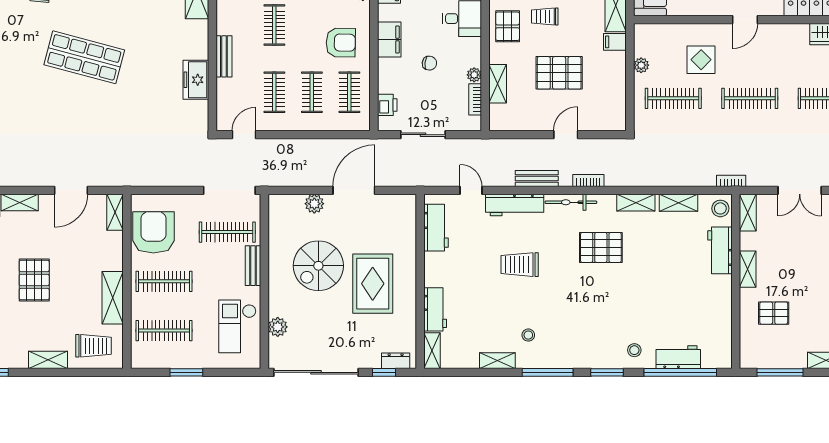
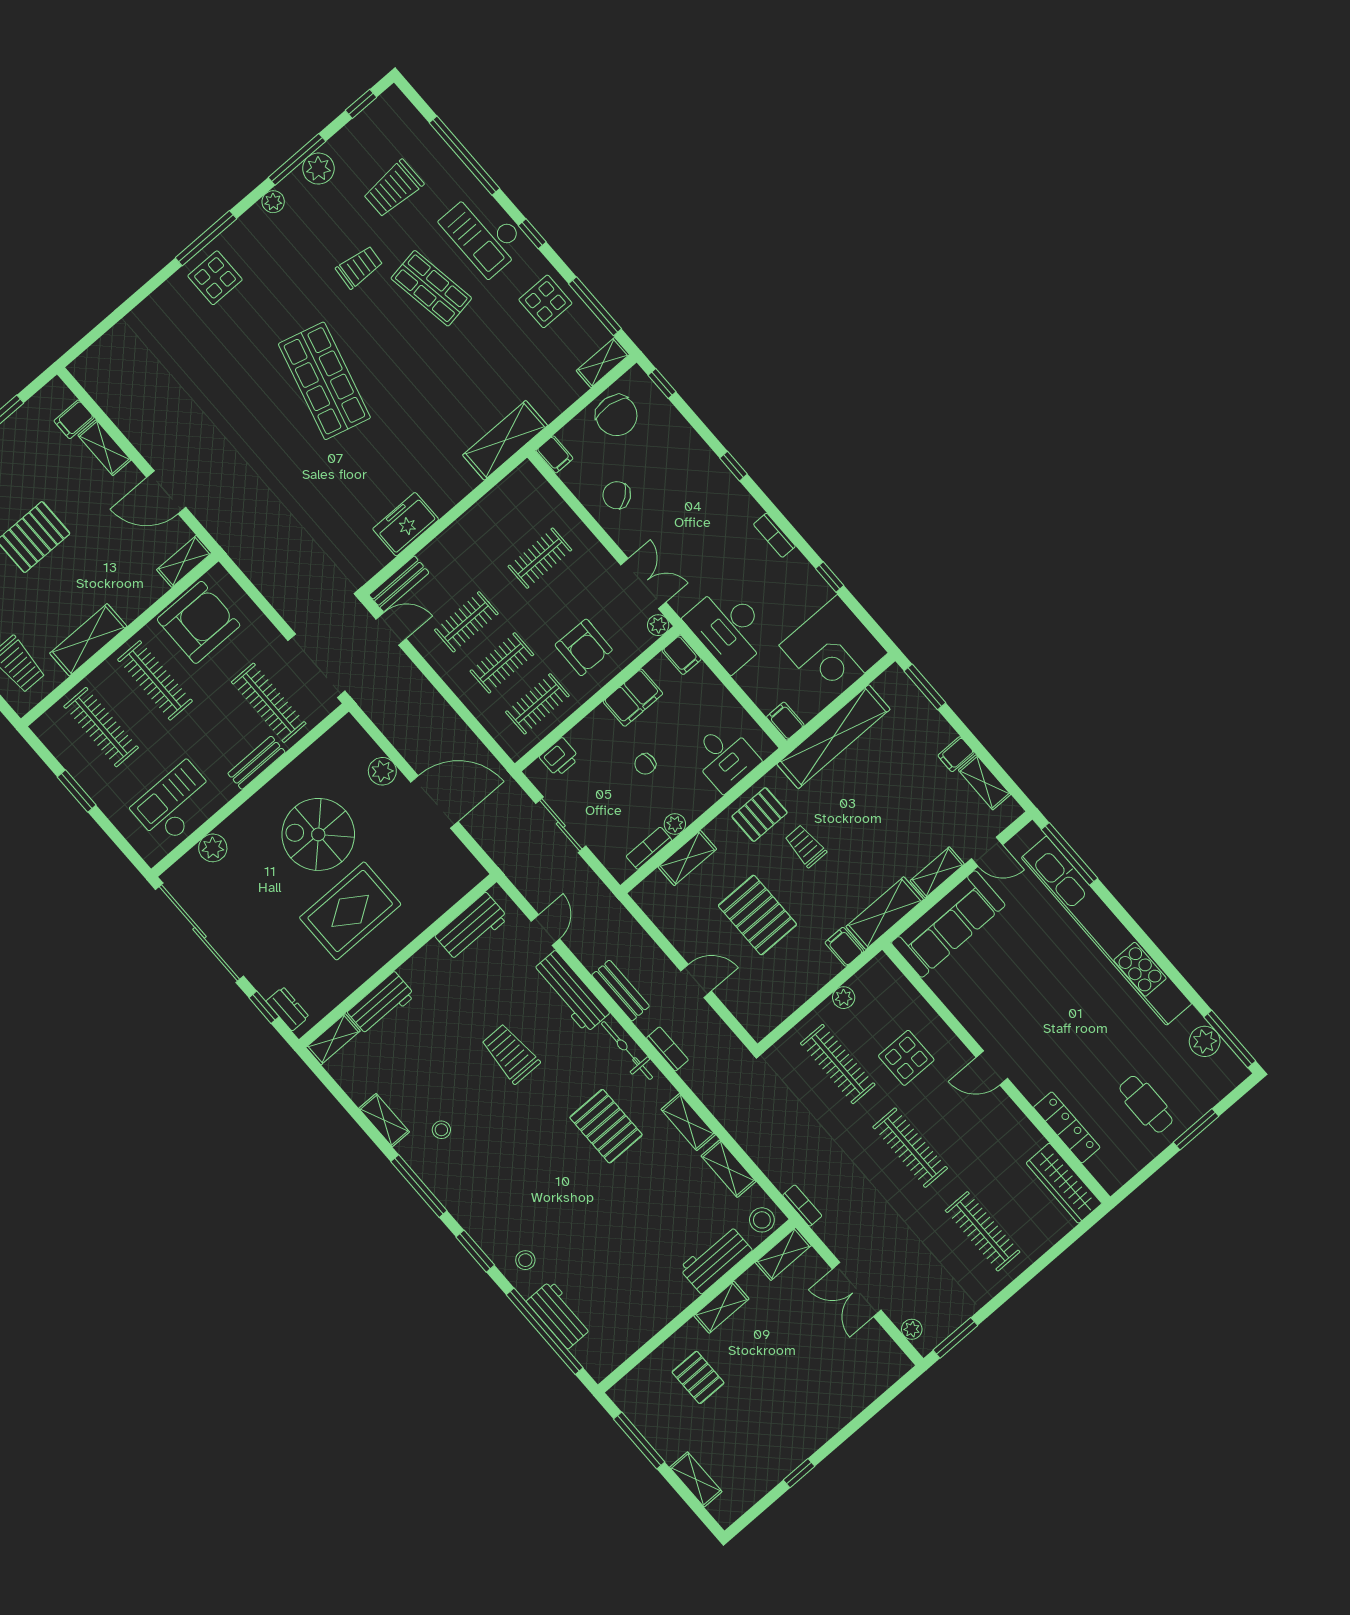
bench: (224, 56) -> (399, 584), moved
chair: (429, 63) -> (645, 764), turned 83

